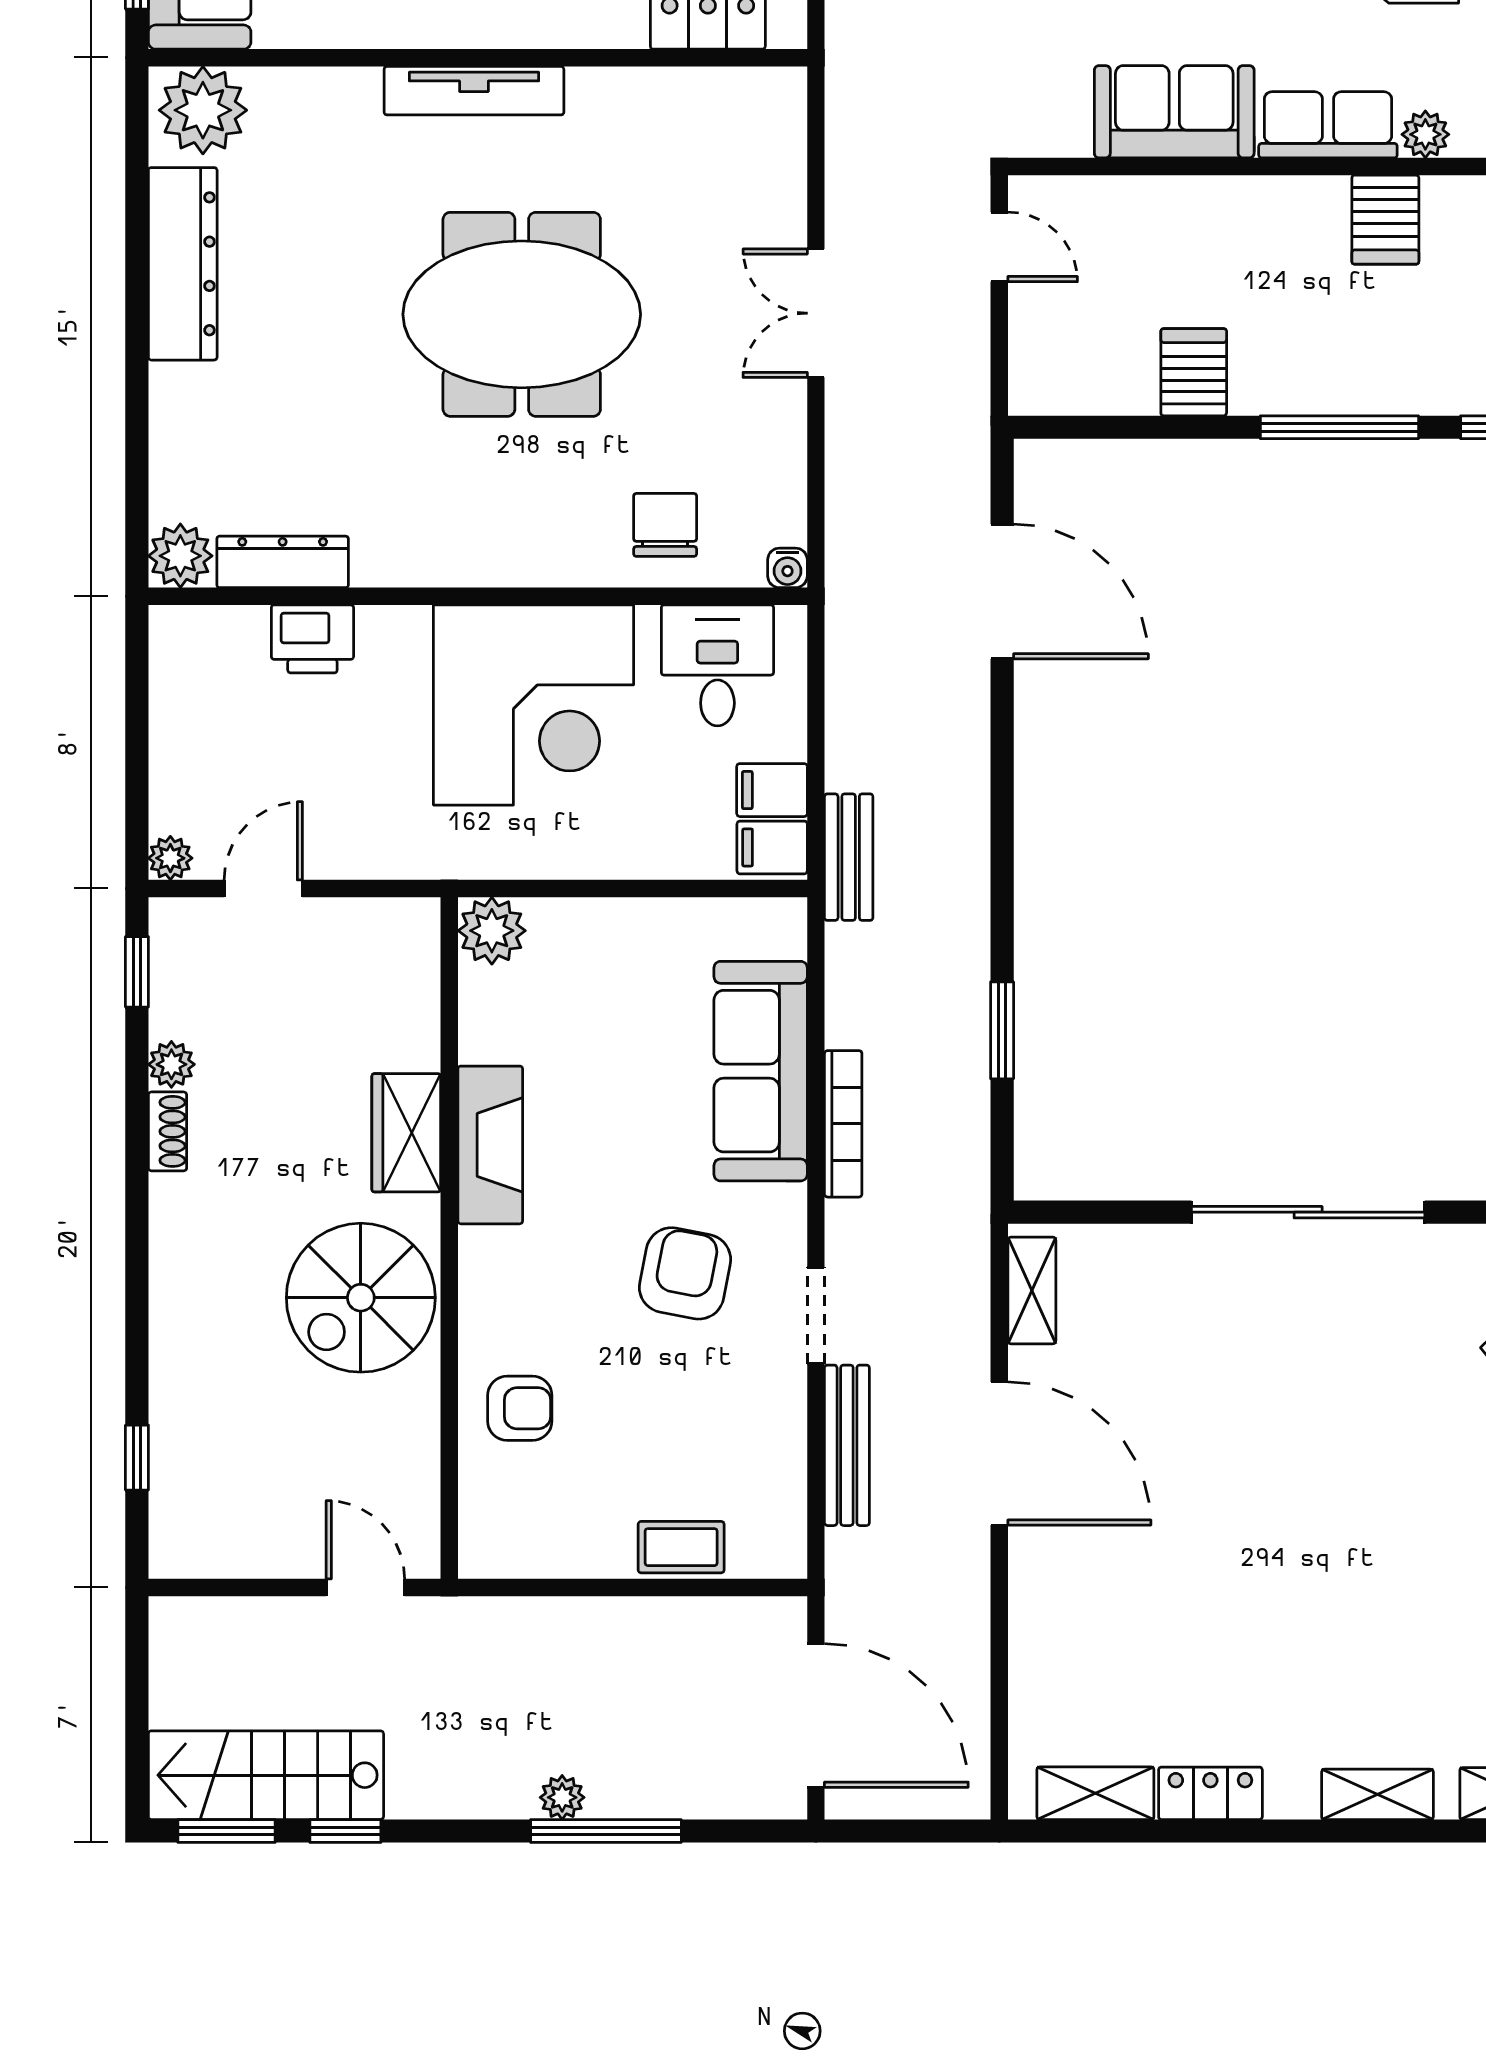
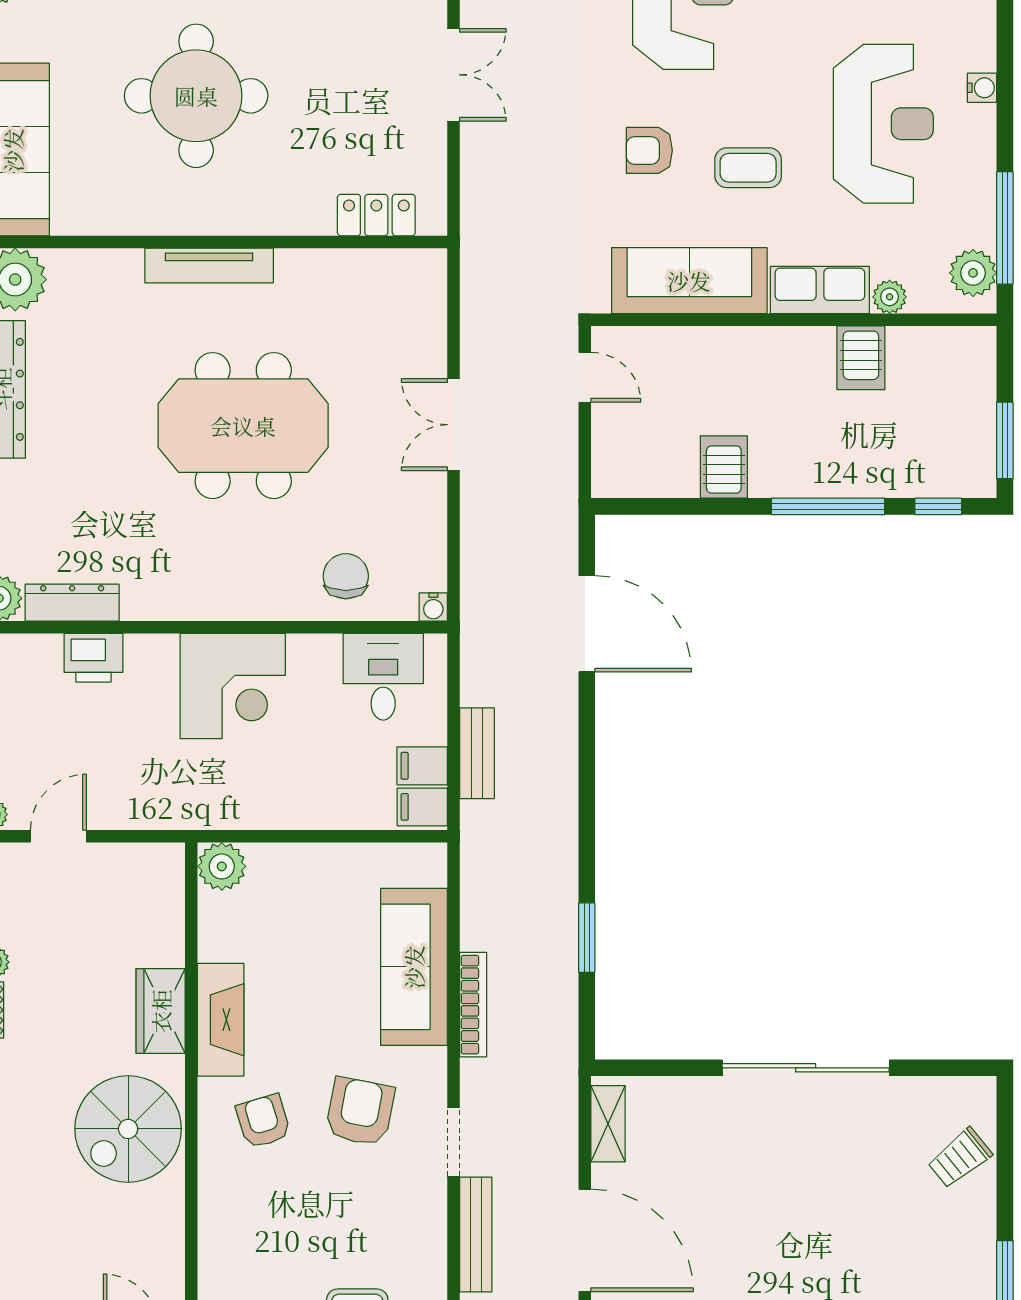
sofa: (1174, 112) -> (689, 281), width x1.36
corner desk: (533, 705) -> (233, 686), width x0.74, depth x0.74
bench: (849, 857) -> (477, 753), moved
armchair: (520, 1408) -> (263, 1121), moved, turned -107

